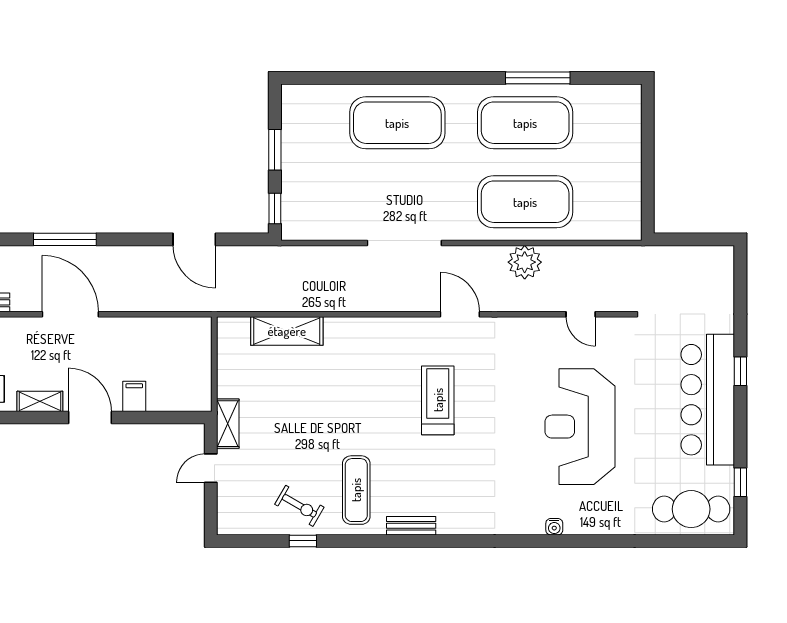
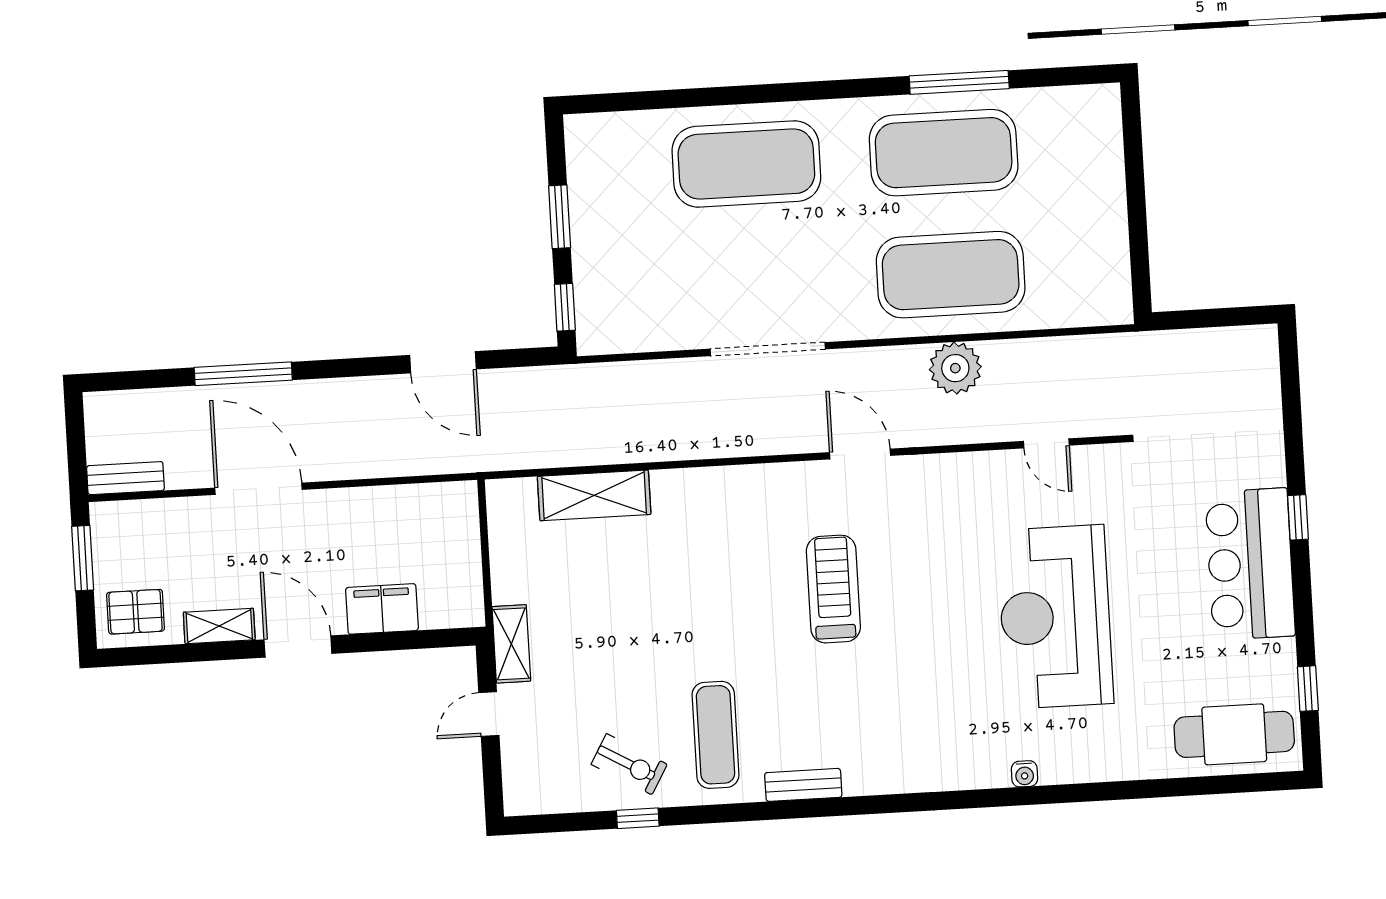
filing cabinet: (134, 396) -> (382, 609), width x2.00
bar counter: (708, 400) -> (1250, 564), width x0.73

